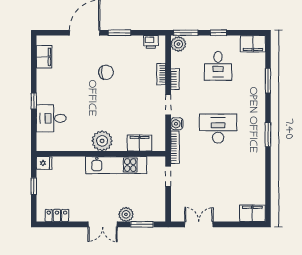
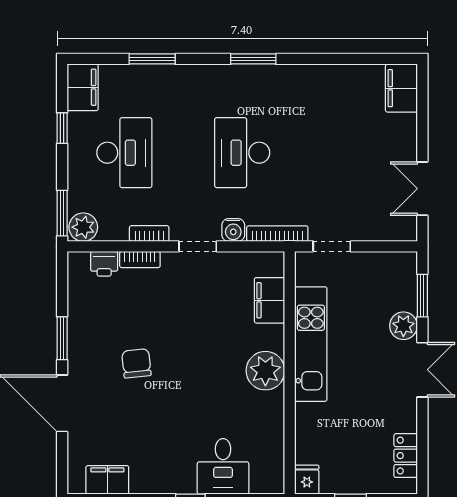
window: (218, 33) -> (62, 128), moved
printer: (151, 42) -> (104, 264), moved, turned 90
desk: (218, 66) -> (124, 153), width x1.37

